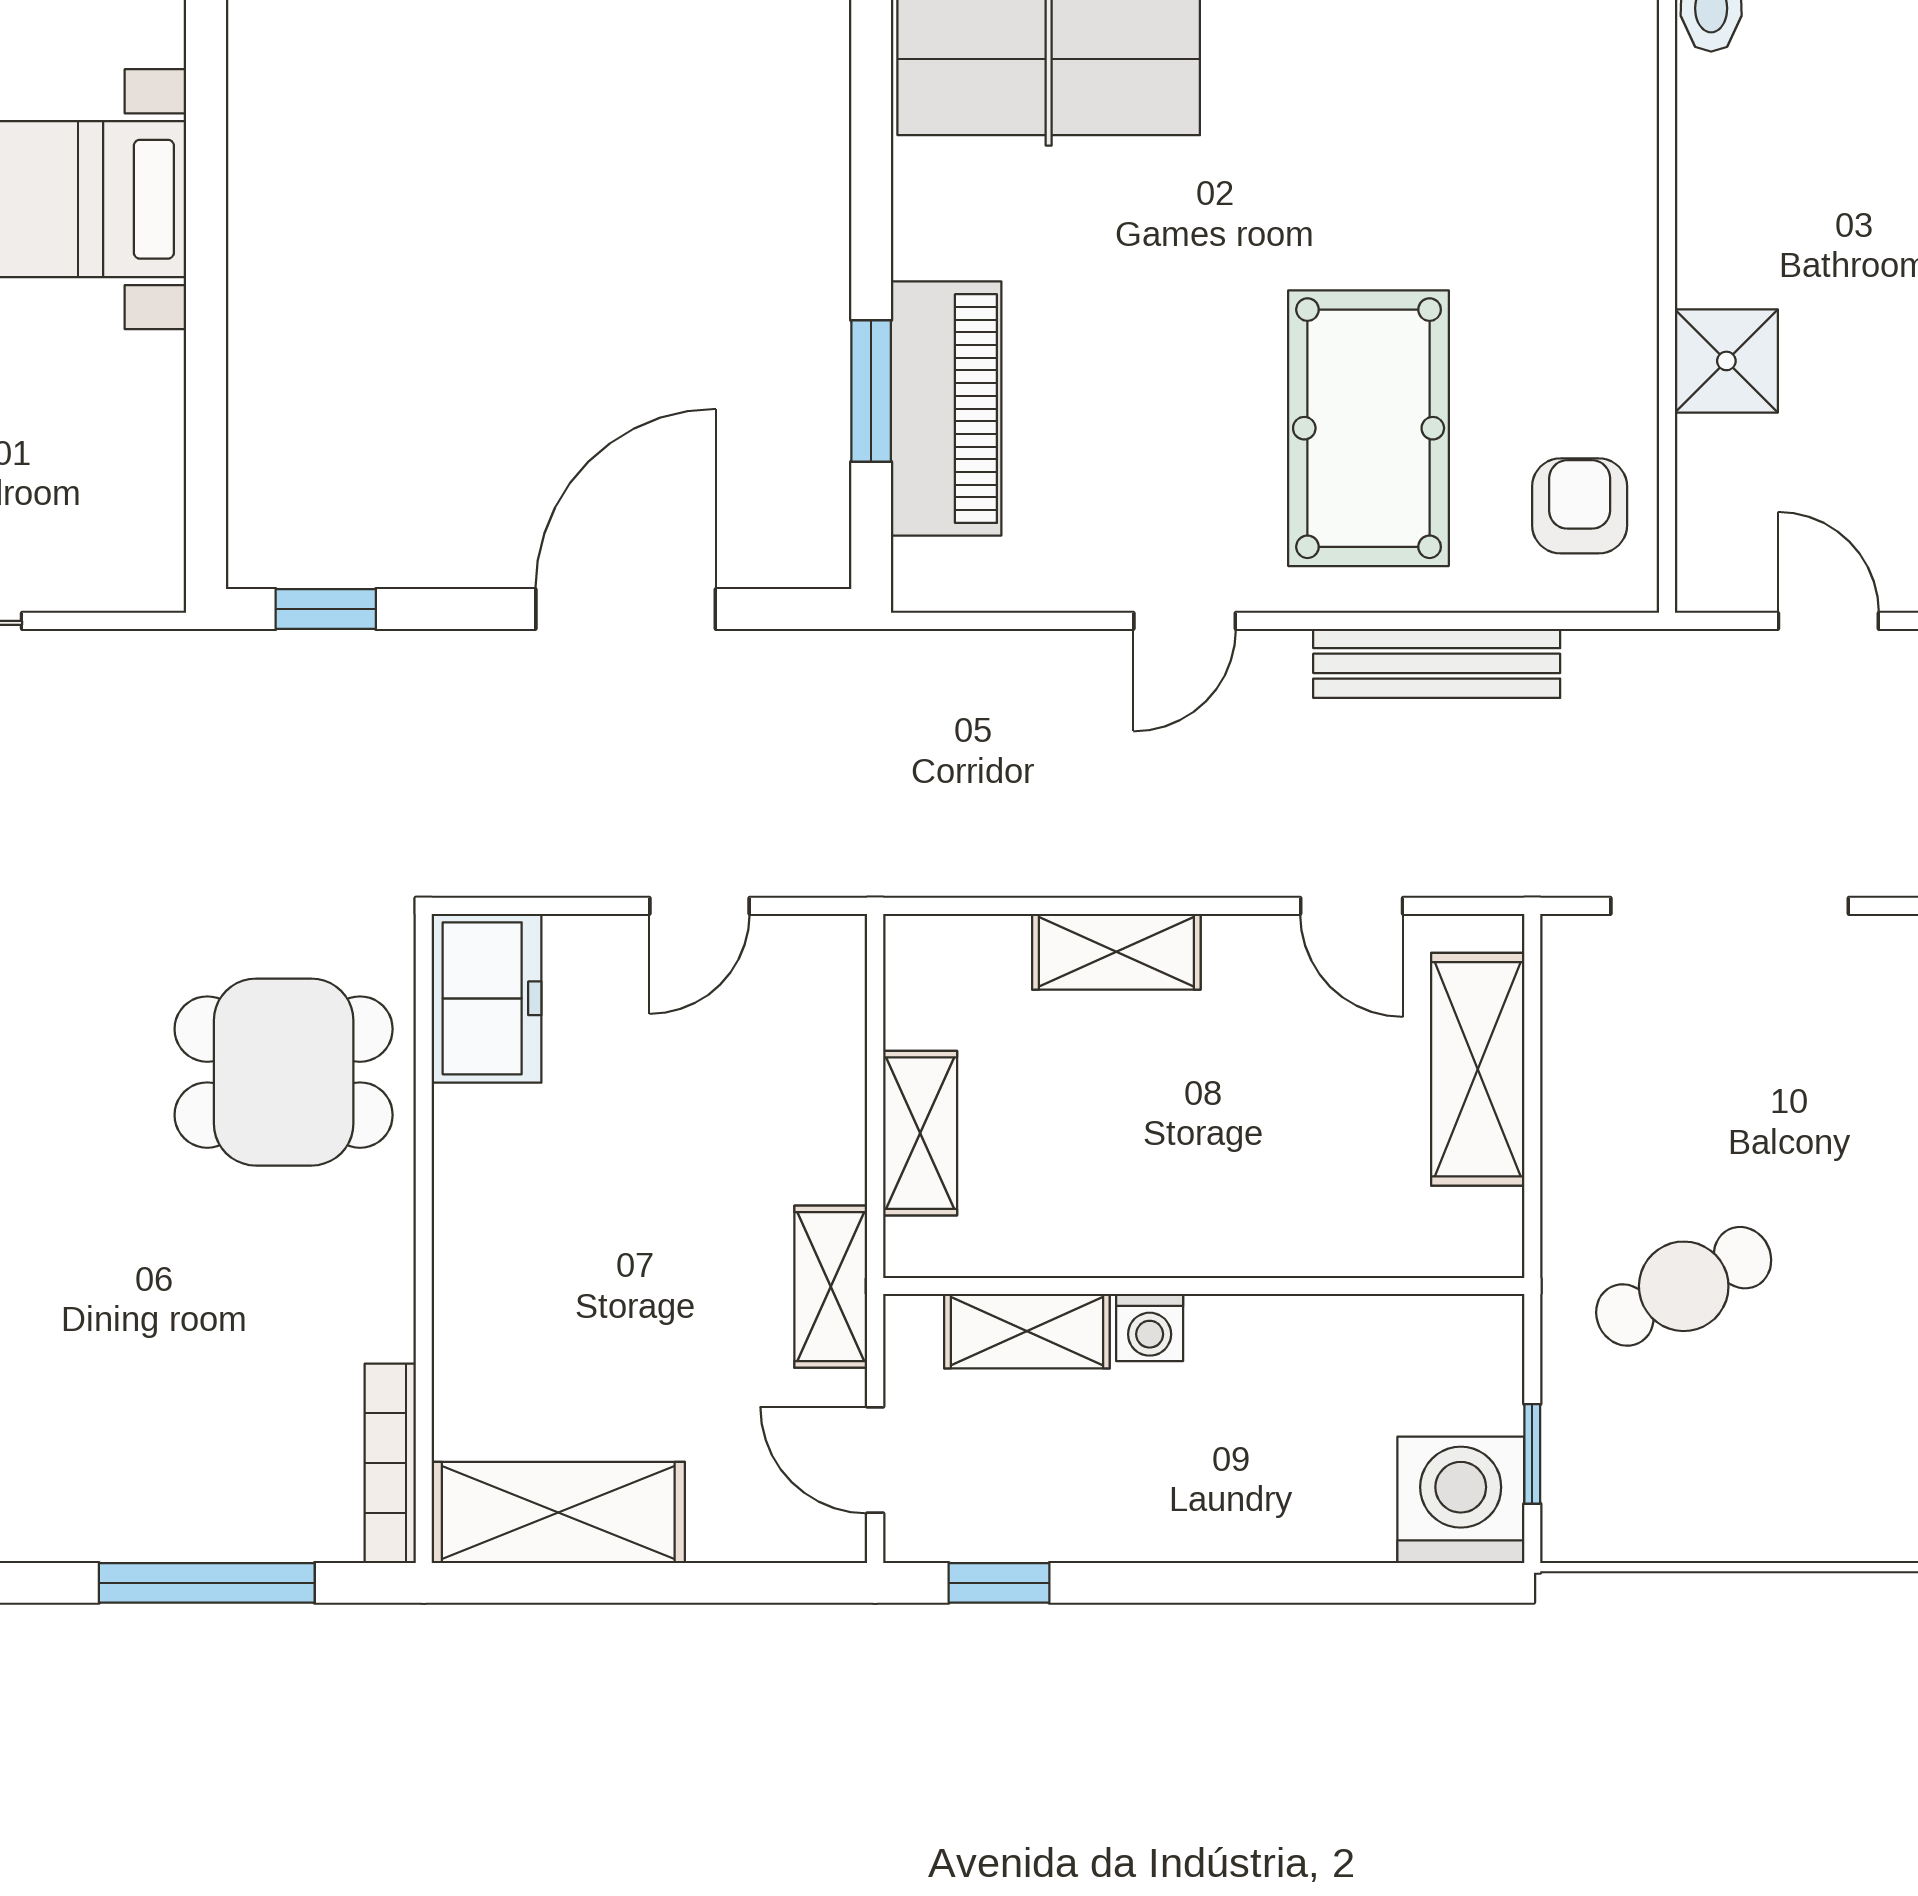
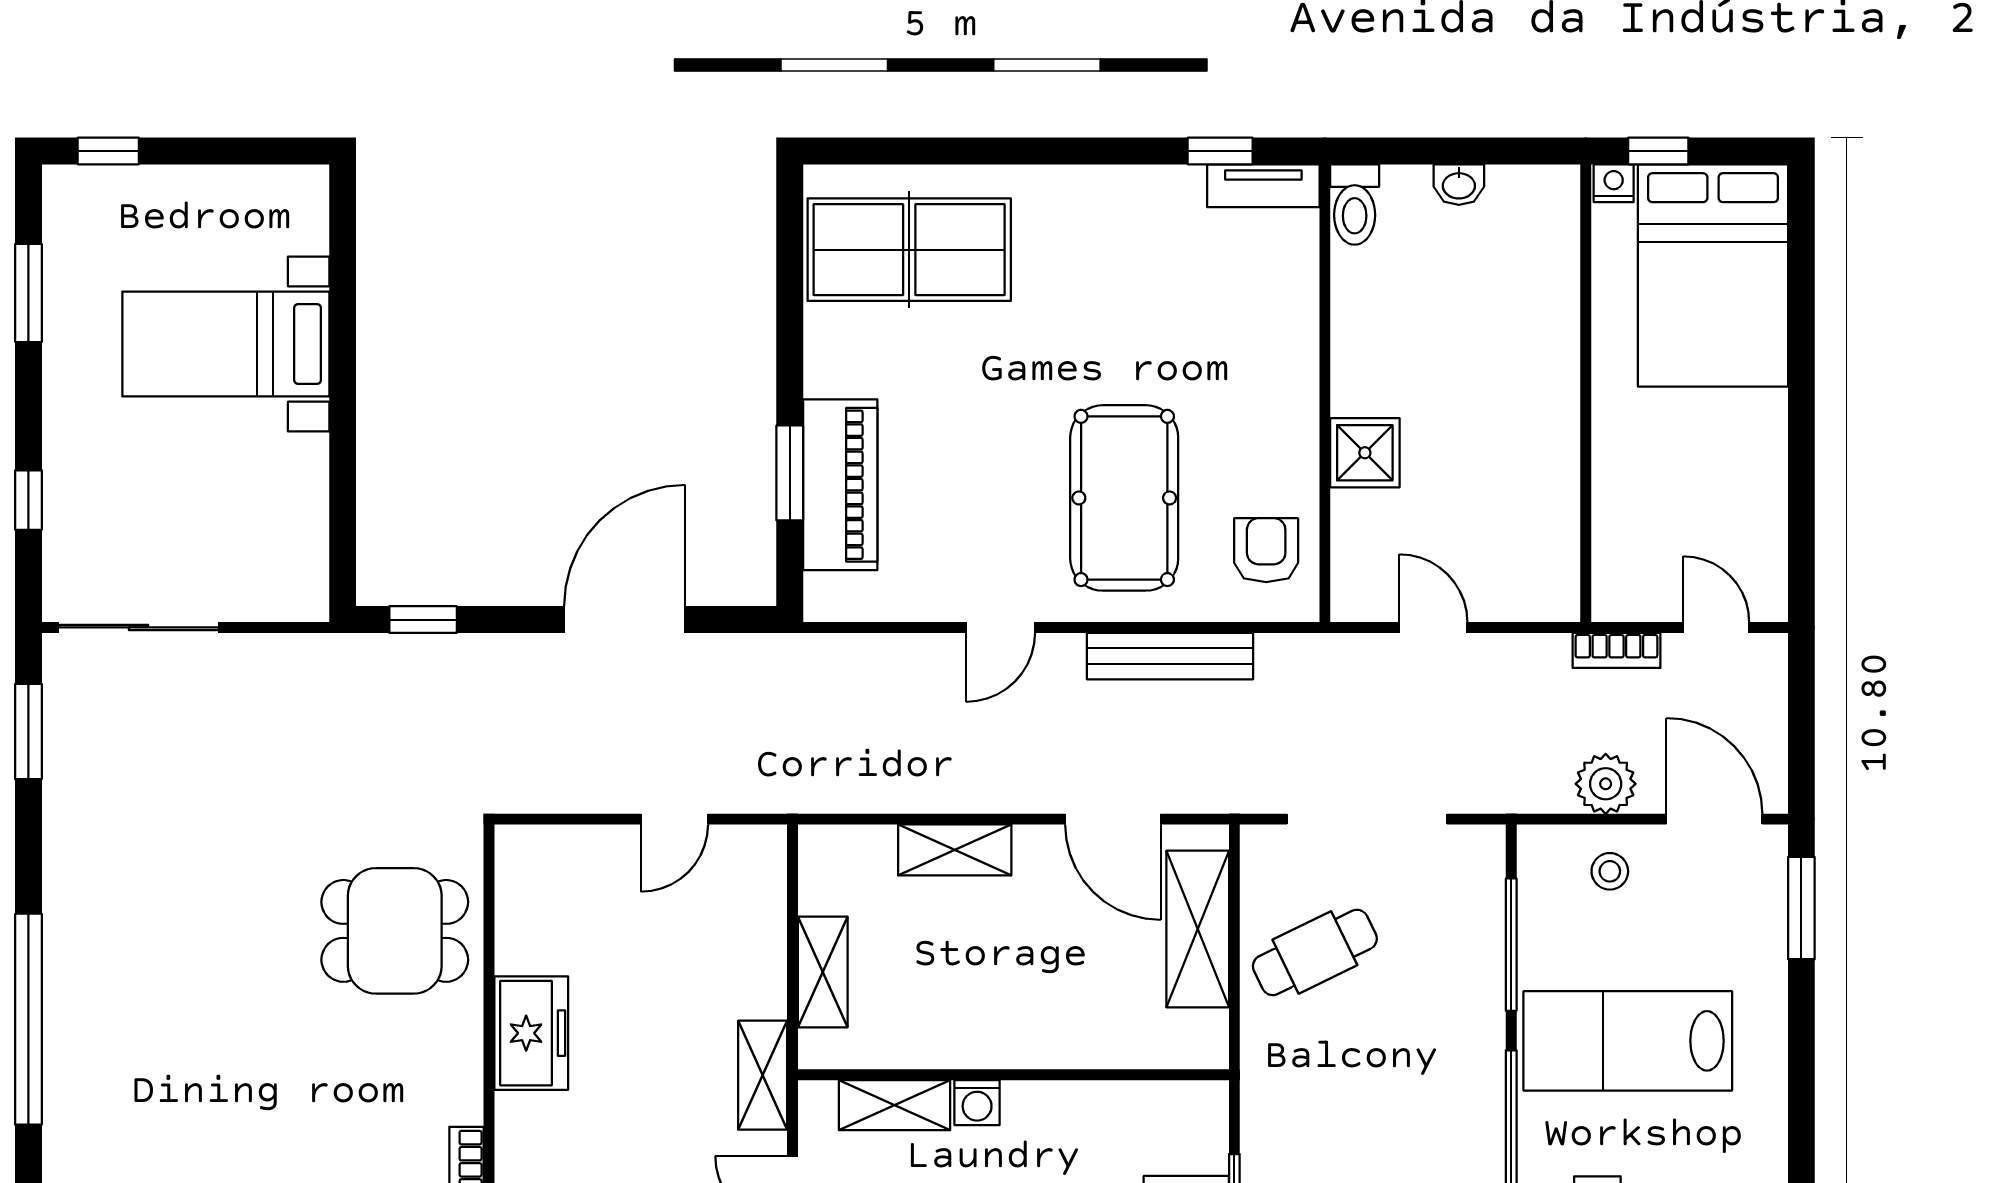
door: (1352, 906) -> (1113, 819), width x1.38
freezer: (487, 998) -> (531, 1033), moved
cafe table: (1684, 1286) -> (1315, 952), moved

